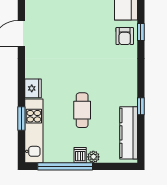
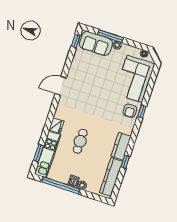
kitchen counter: (128, 88) -> (121, 146), added
cafe table: (82, 110) -> (80, 141), moved
window: (21, 118) -> (39, 153), moved

